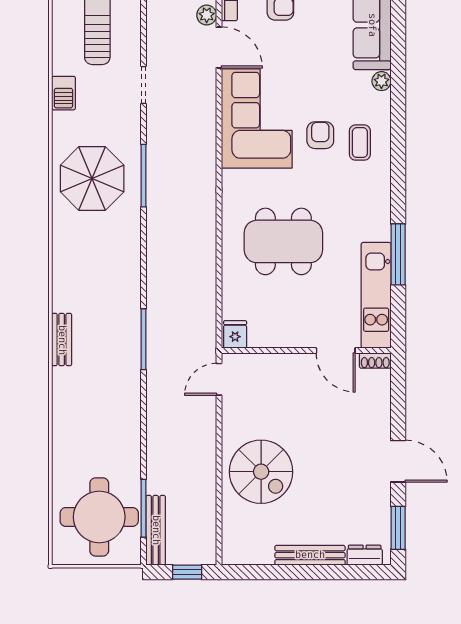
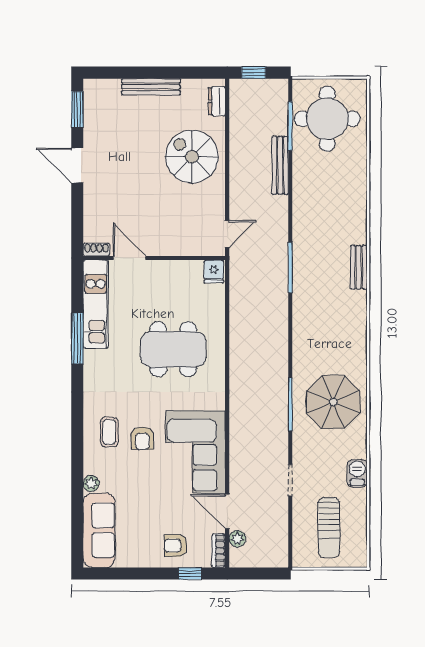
bench: (156, 530) -> (280, 165), moved
dresser: (365, 555) -> (217, 101), moved, turned 90

